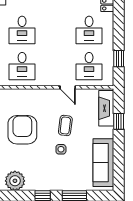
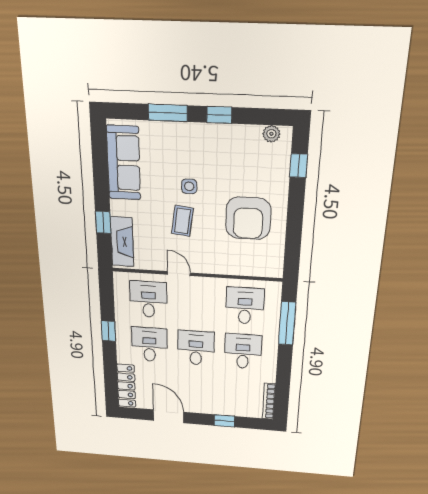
desk: (56, 30) -> (196, 348), added
window: (119, 59) -> (109, 331), moved
plant: (15, 181) -> (271, 134), width x0.53, depth x0.53

